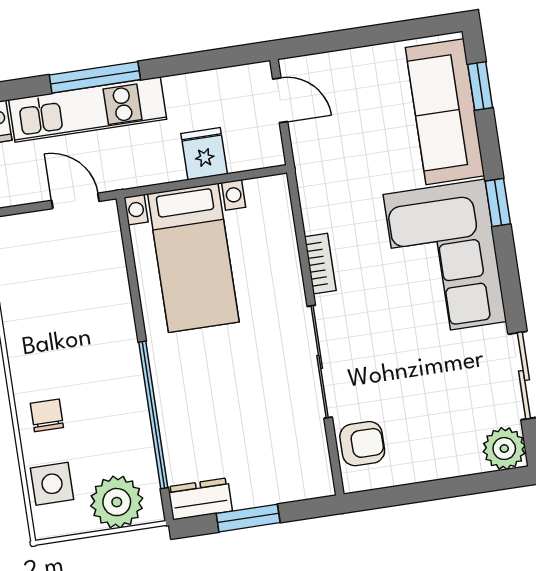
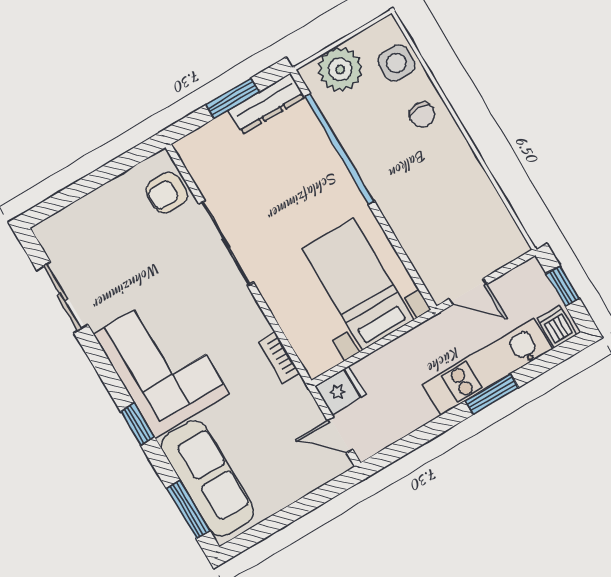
window: (95, 77) -> (492, 394), width x0.69
window: (480, 86) -> (188, 510), width x1.50
fridge: (204, 154) -> (340, 390), moved, turned -90
bookcase: (320, 264) -> (279, 357), moved
plant: (504, 449) -> (54, 234), removed
dresser: (200, 499) -> (266, 104), width x1.44

